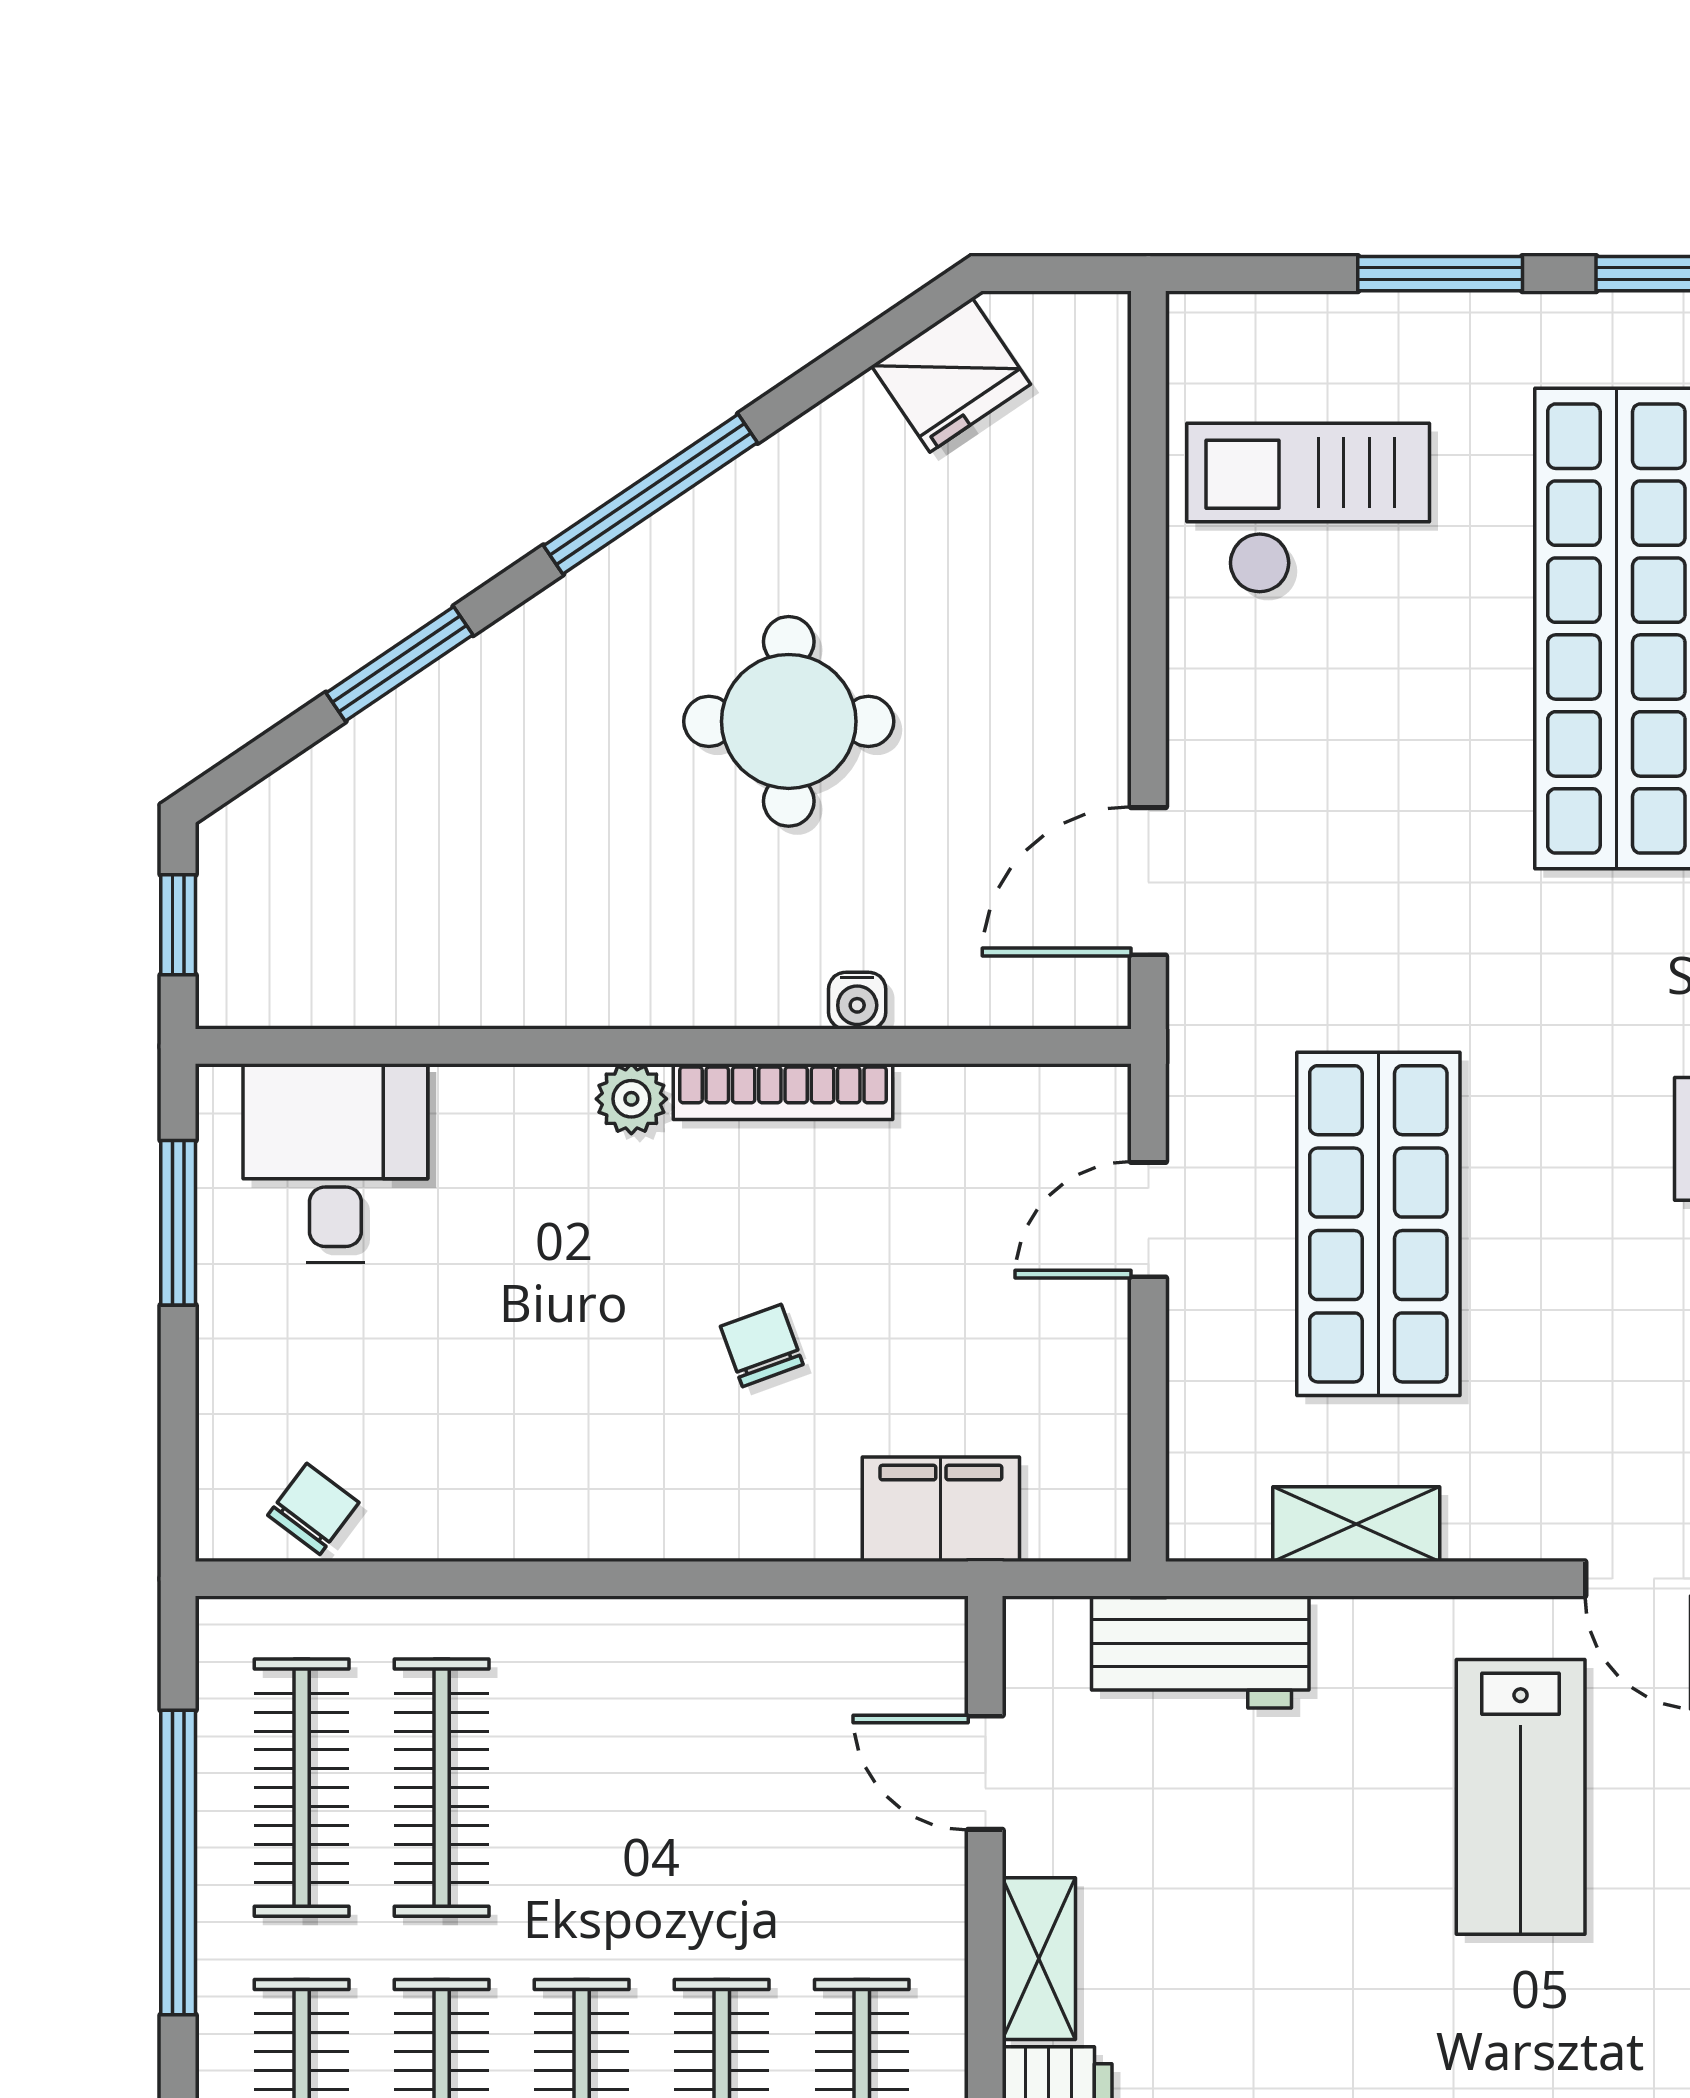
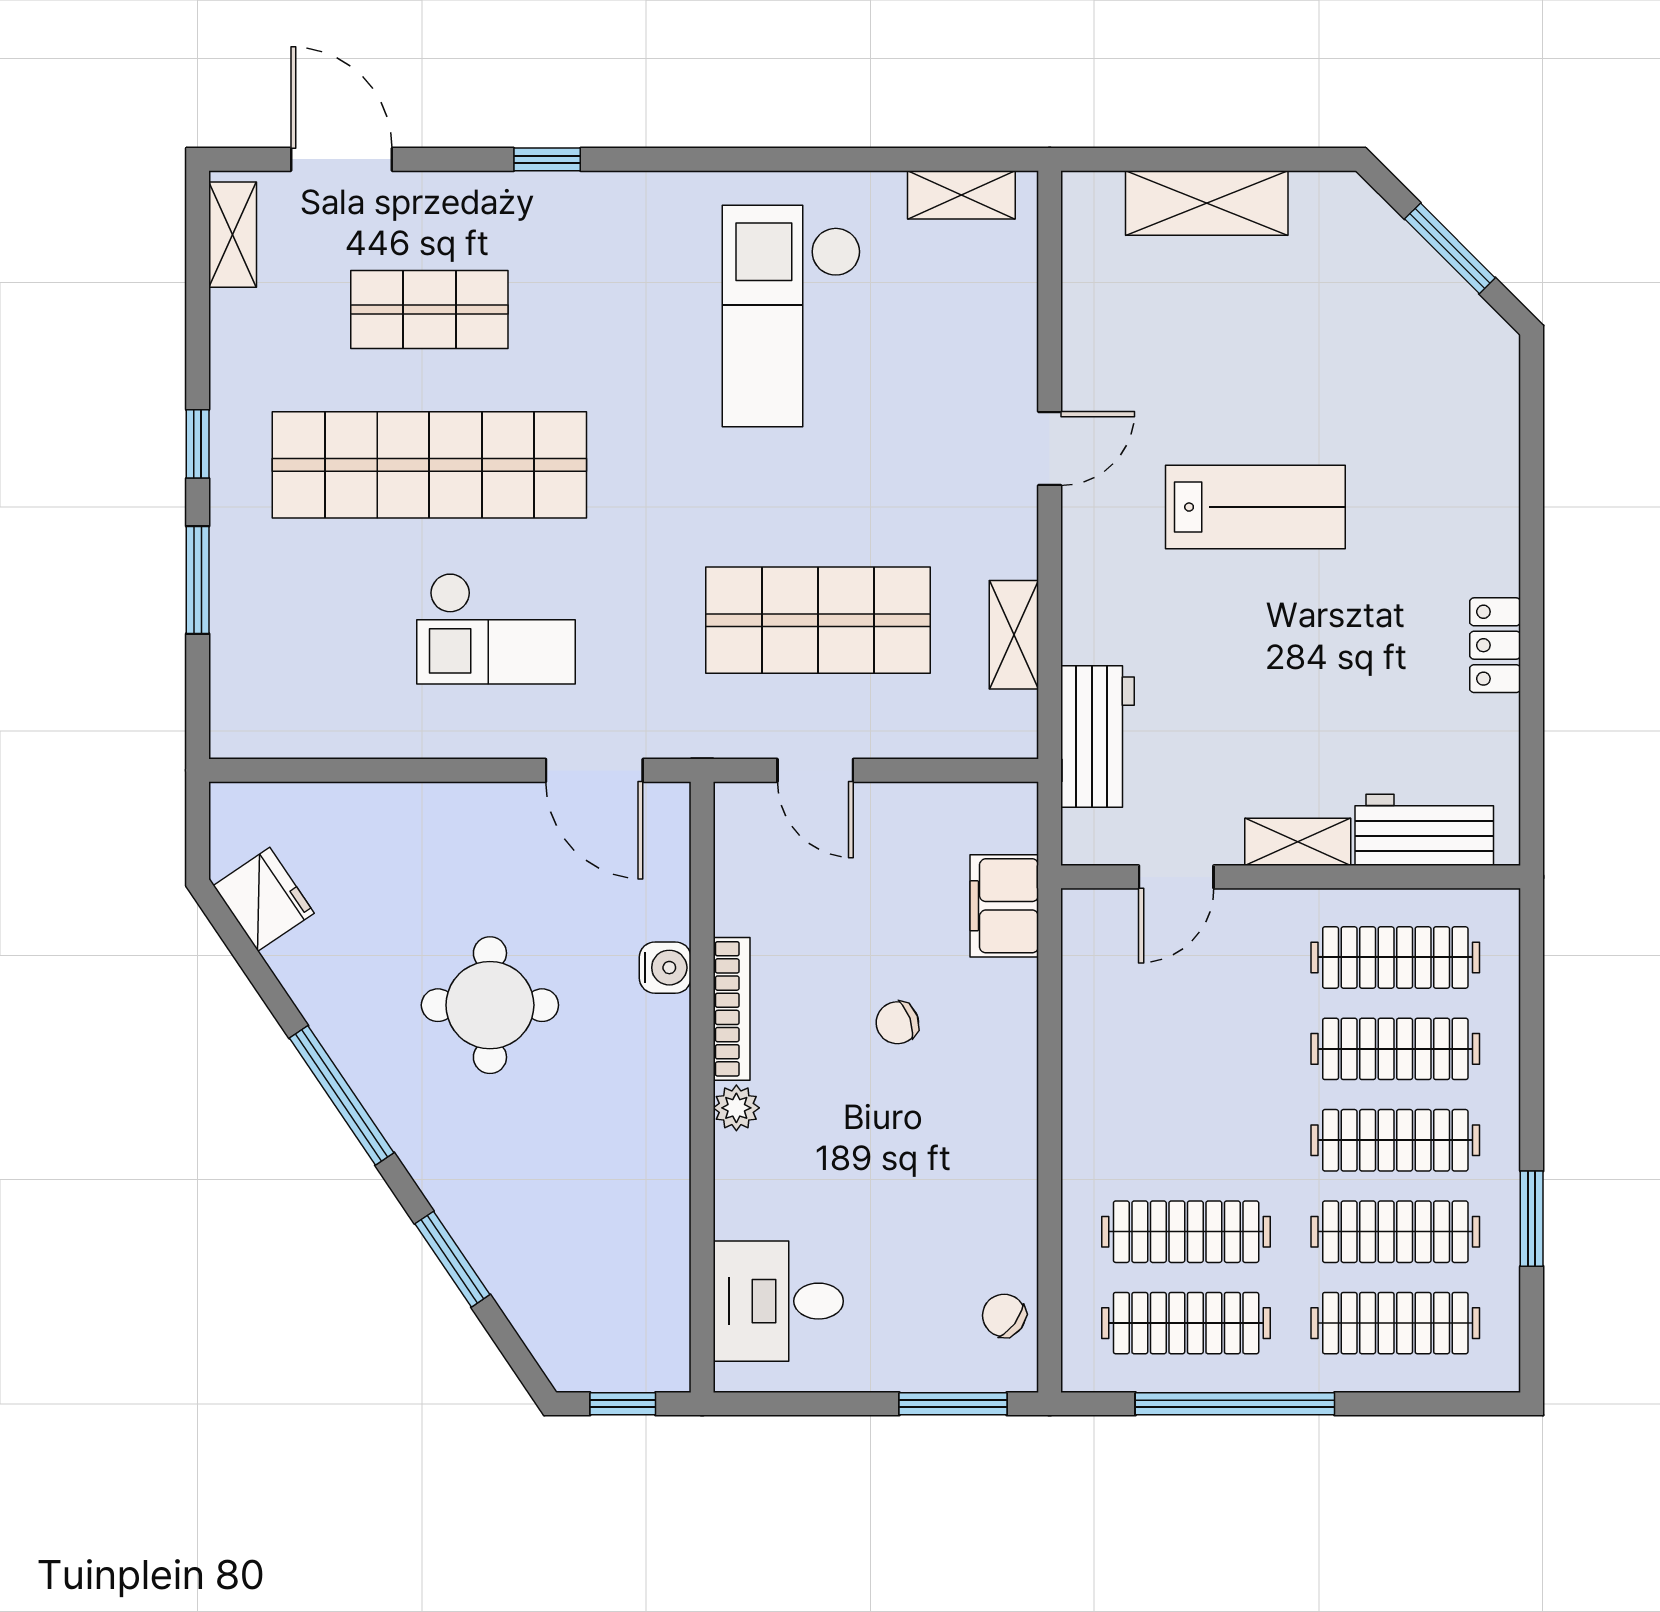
checkout: (1308, 508) -> (496, 629), moved, turned -90
water cooler: (857, 1001) -> (665, 968), width x1.38, depth x1.38
window: (178, 1223) -> (953, 1404), moved
lab bench: (1521, 1797) -> (1255, 507), moved

